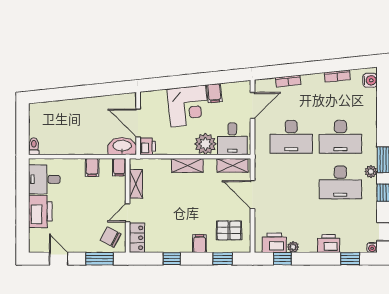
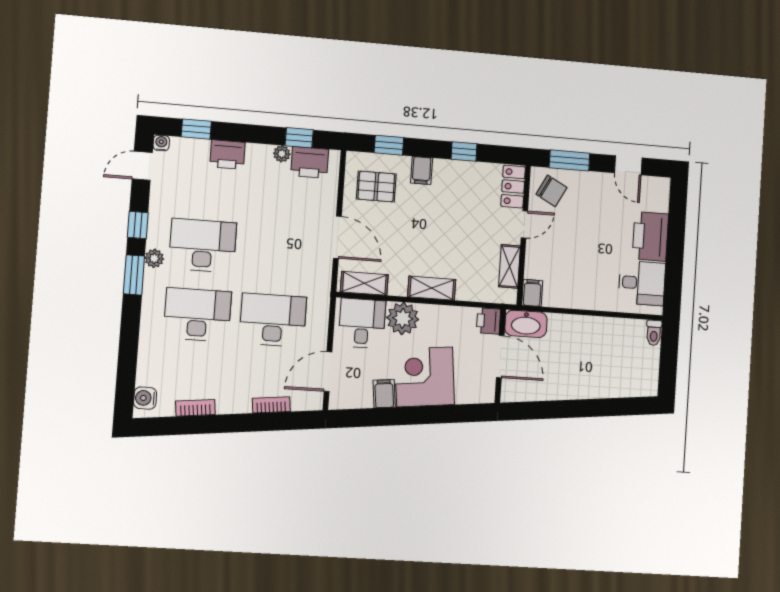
filing cabinet: (92, 167) -> (572, 295), removed

